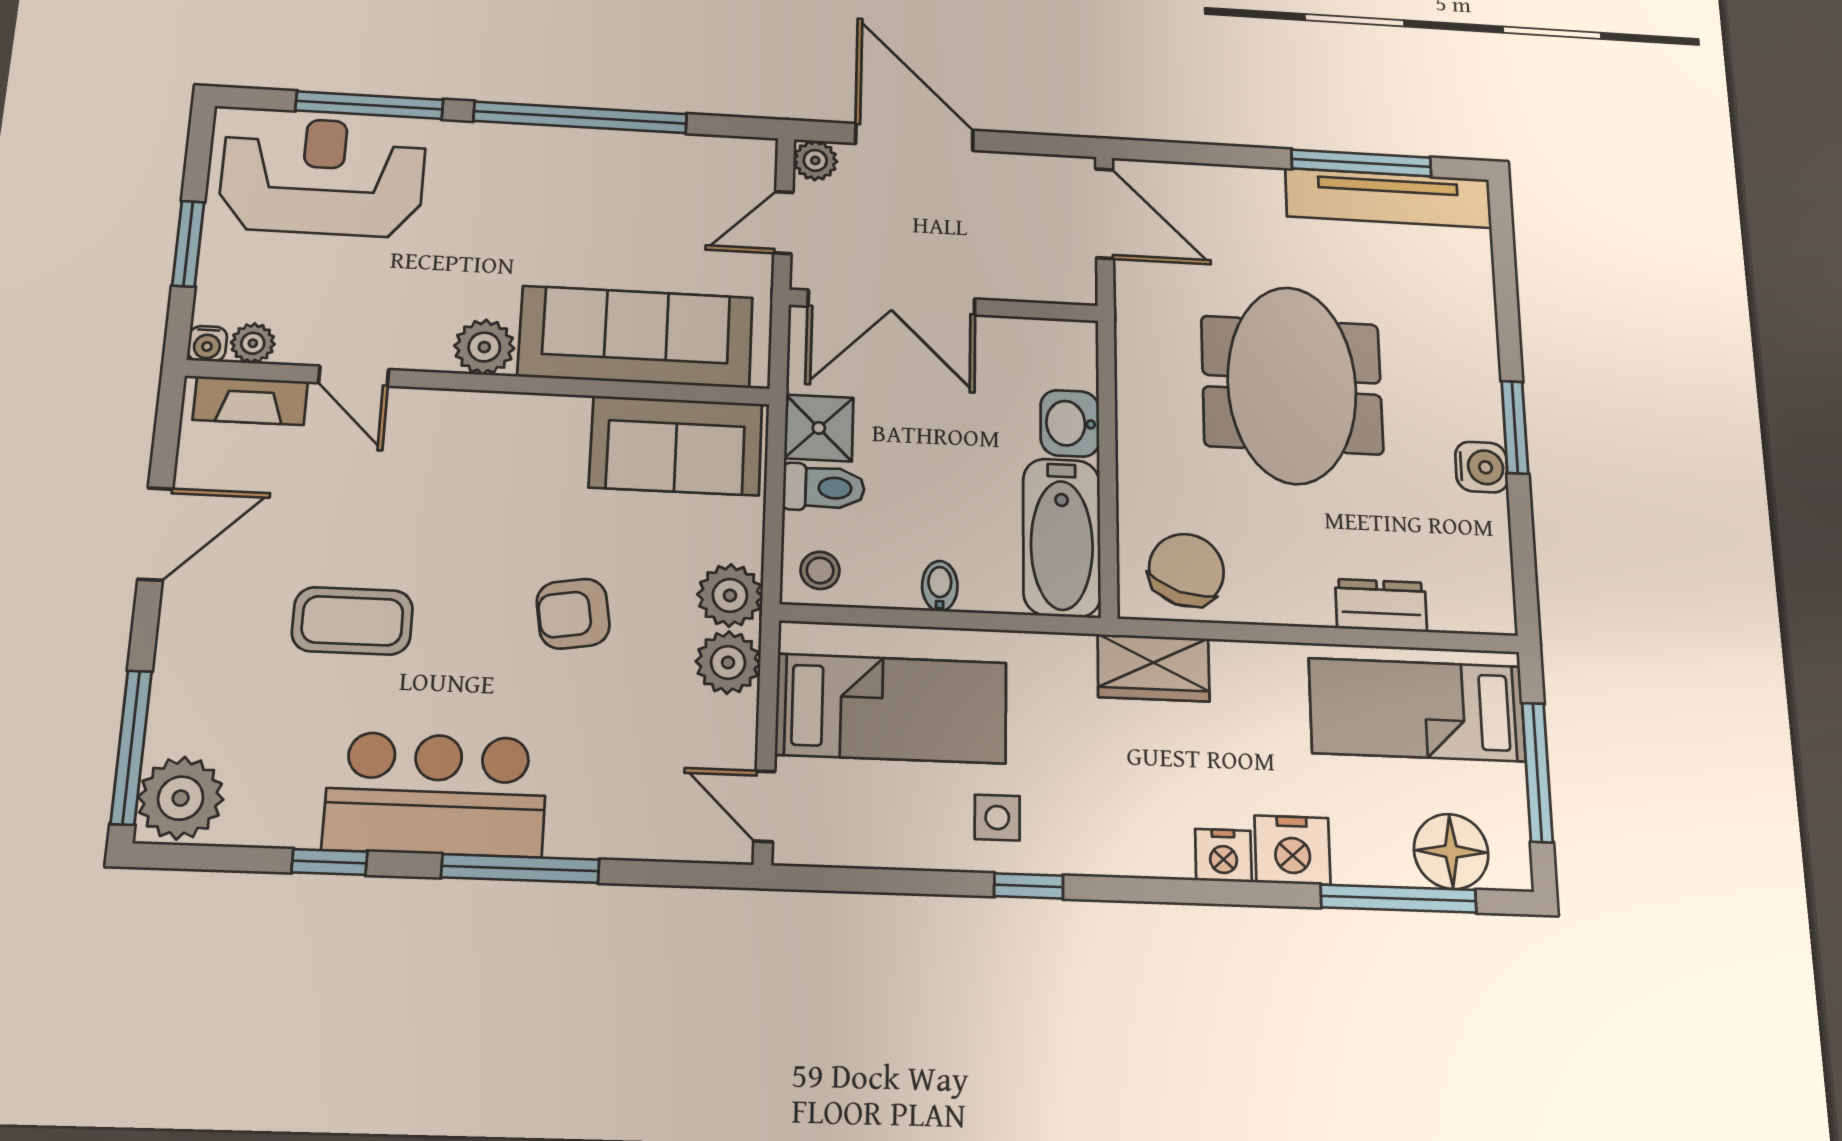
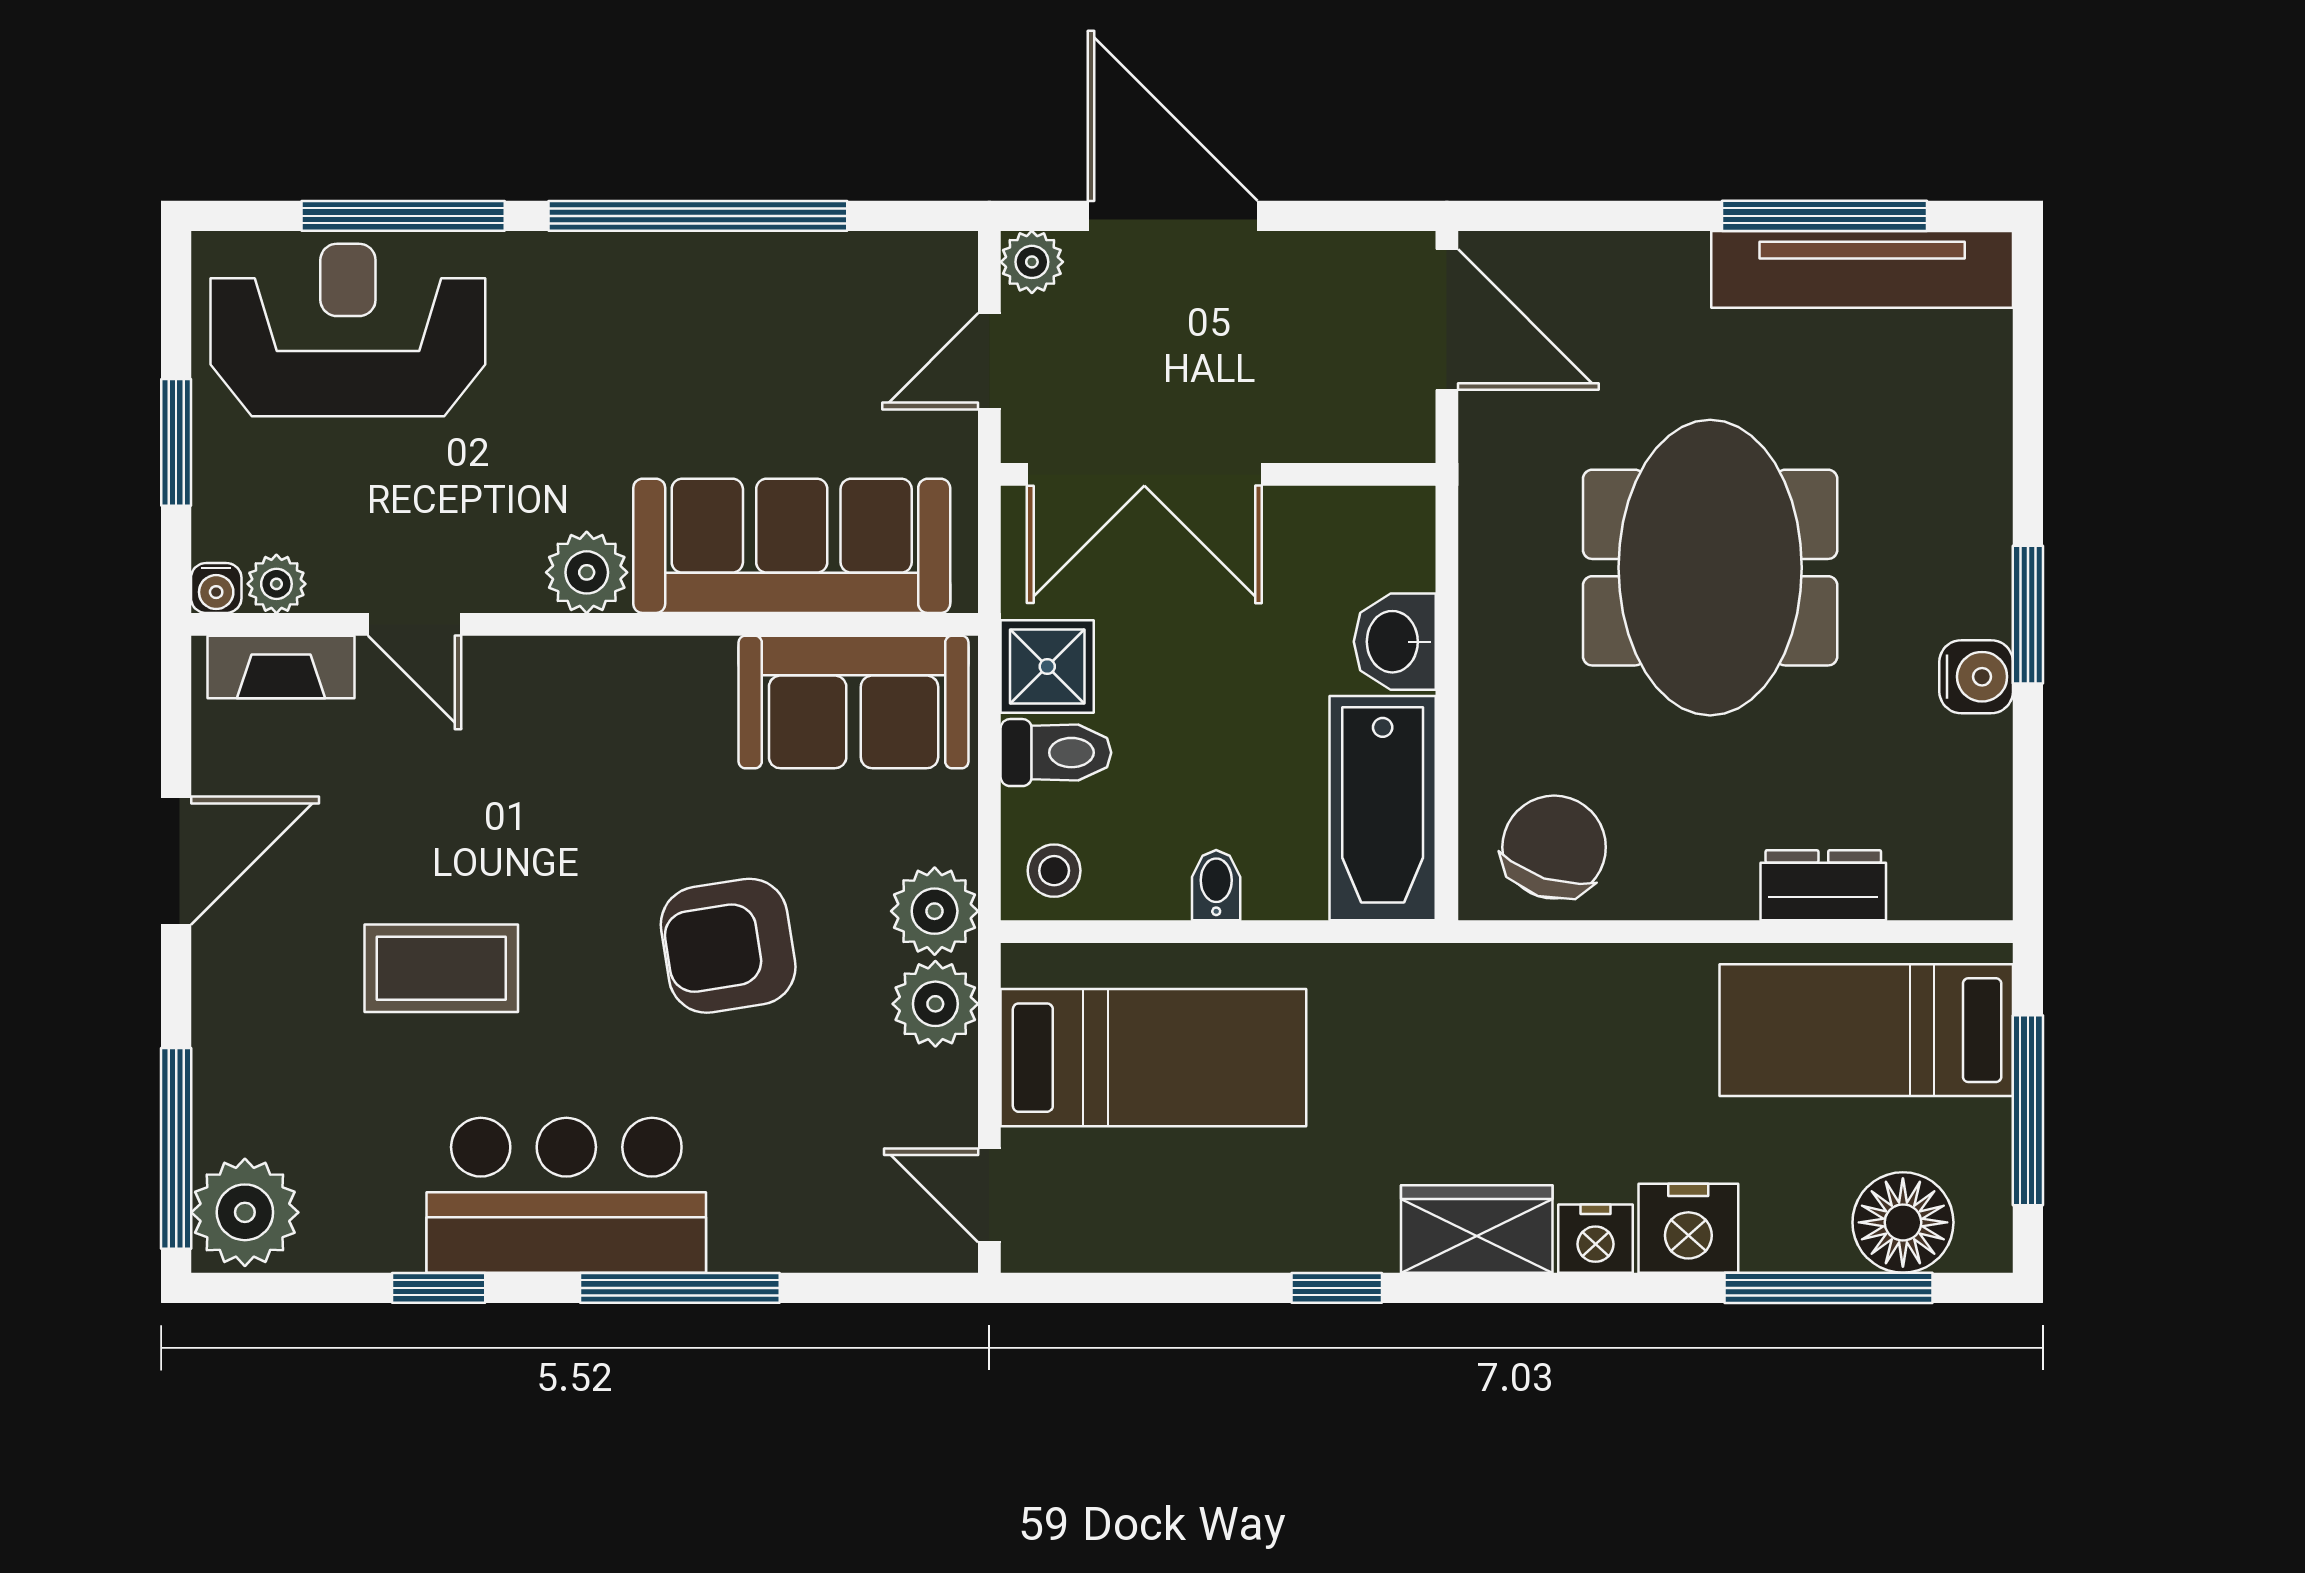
armchair: (573, 614) -> (728, 946), width x1.38, depth x1.38
wardrobe: (1153, 668) -> (1477, 1229), moved, turned 180
side table: (997, 818) -> (1295, 1199), removed

